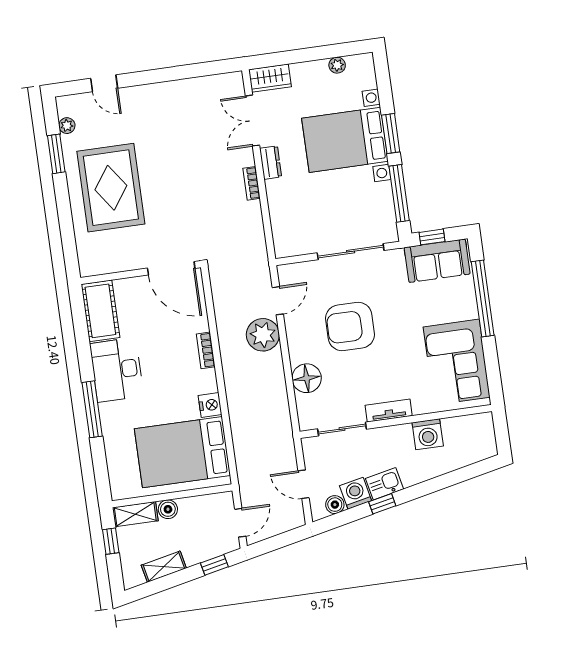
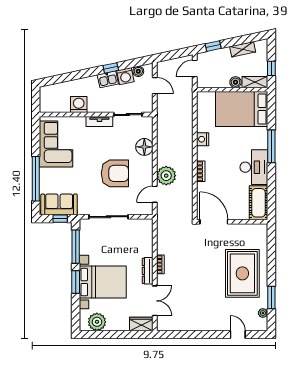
plant: (337, 65) -> (97, 322), width x1.88, depth x1.88
dresser: (271, 163) -> (148, 271), width x1.44
bed: (182, 452) -> (242, 109), moved, turned 180

